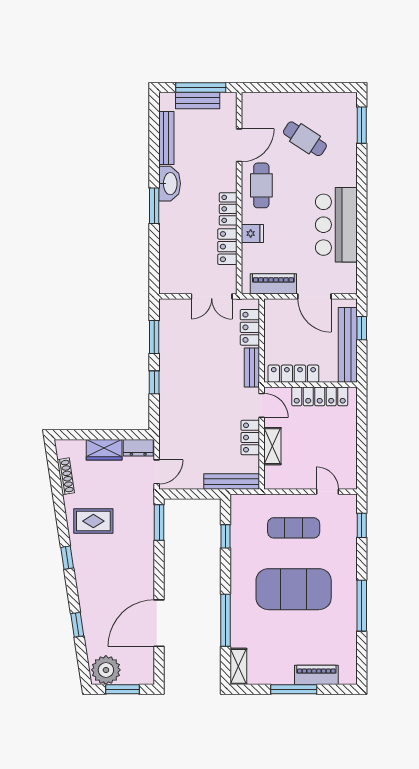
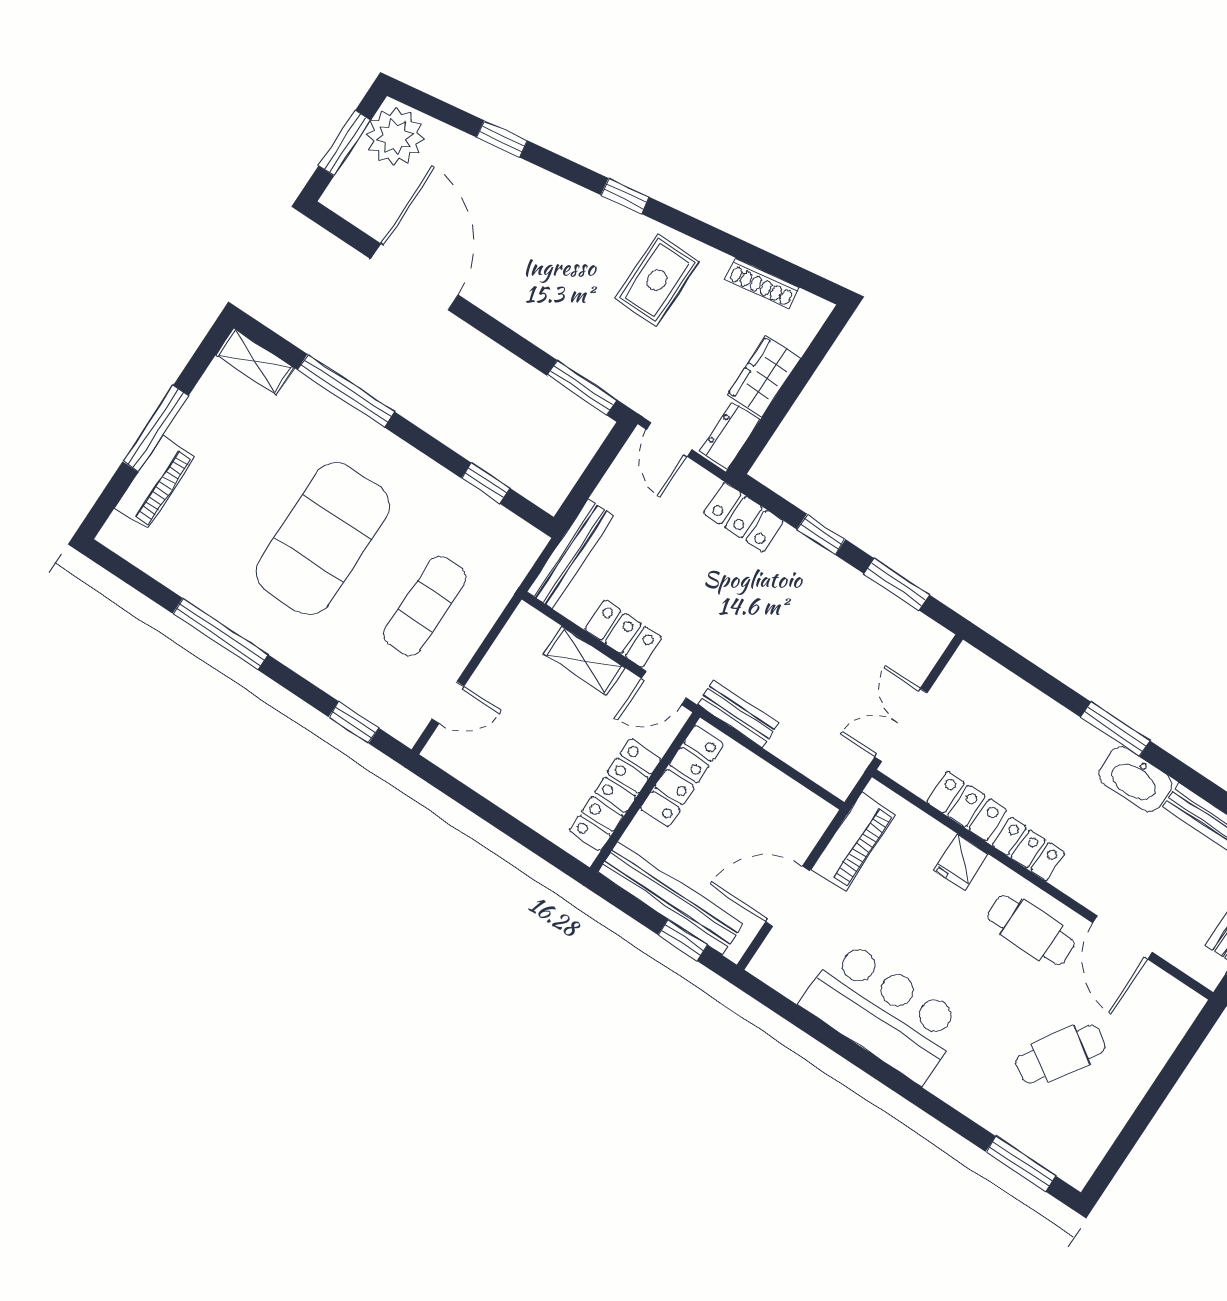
locker: (250, 327) -> (744, 517), moved, turned 180

